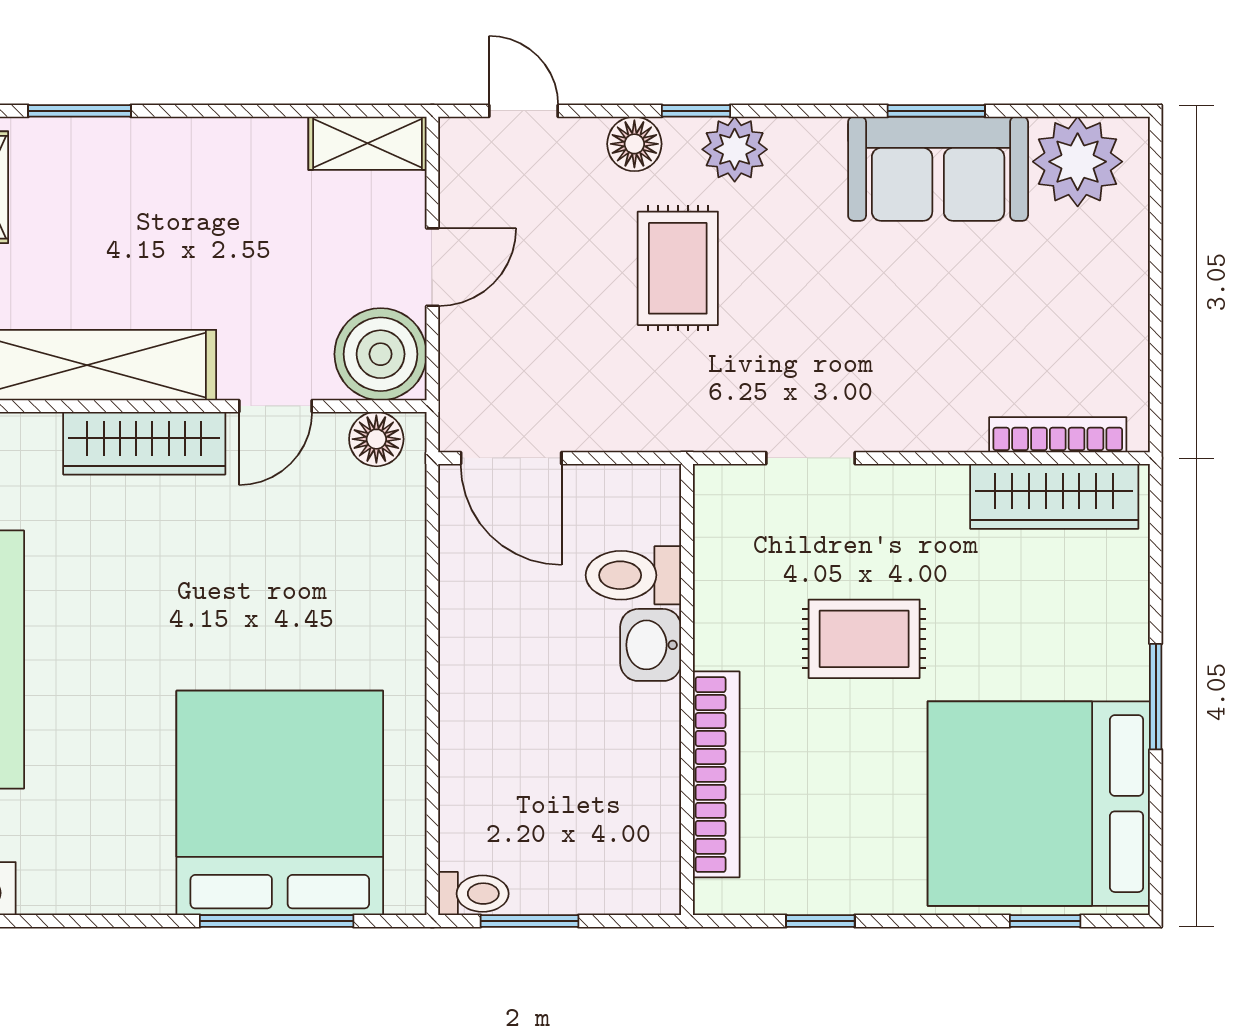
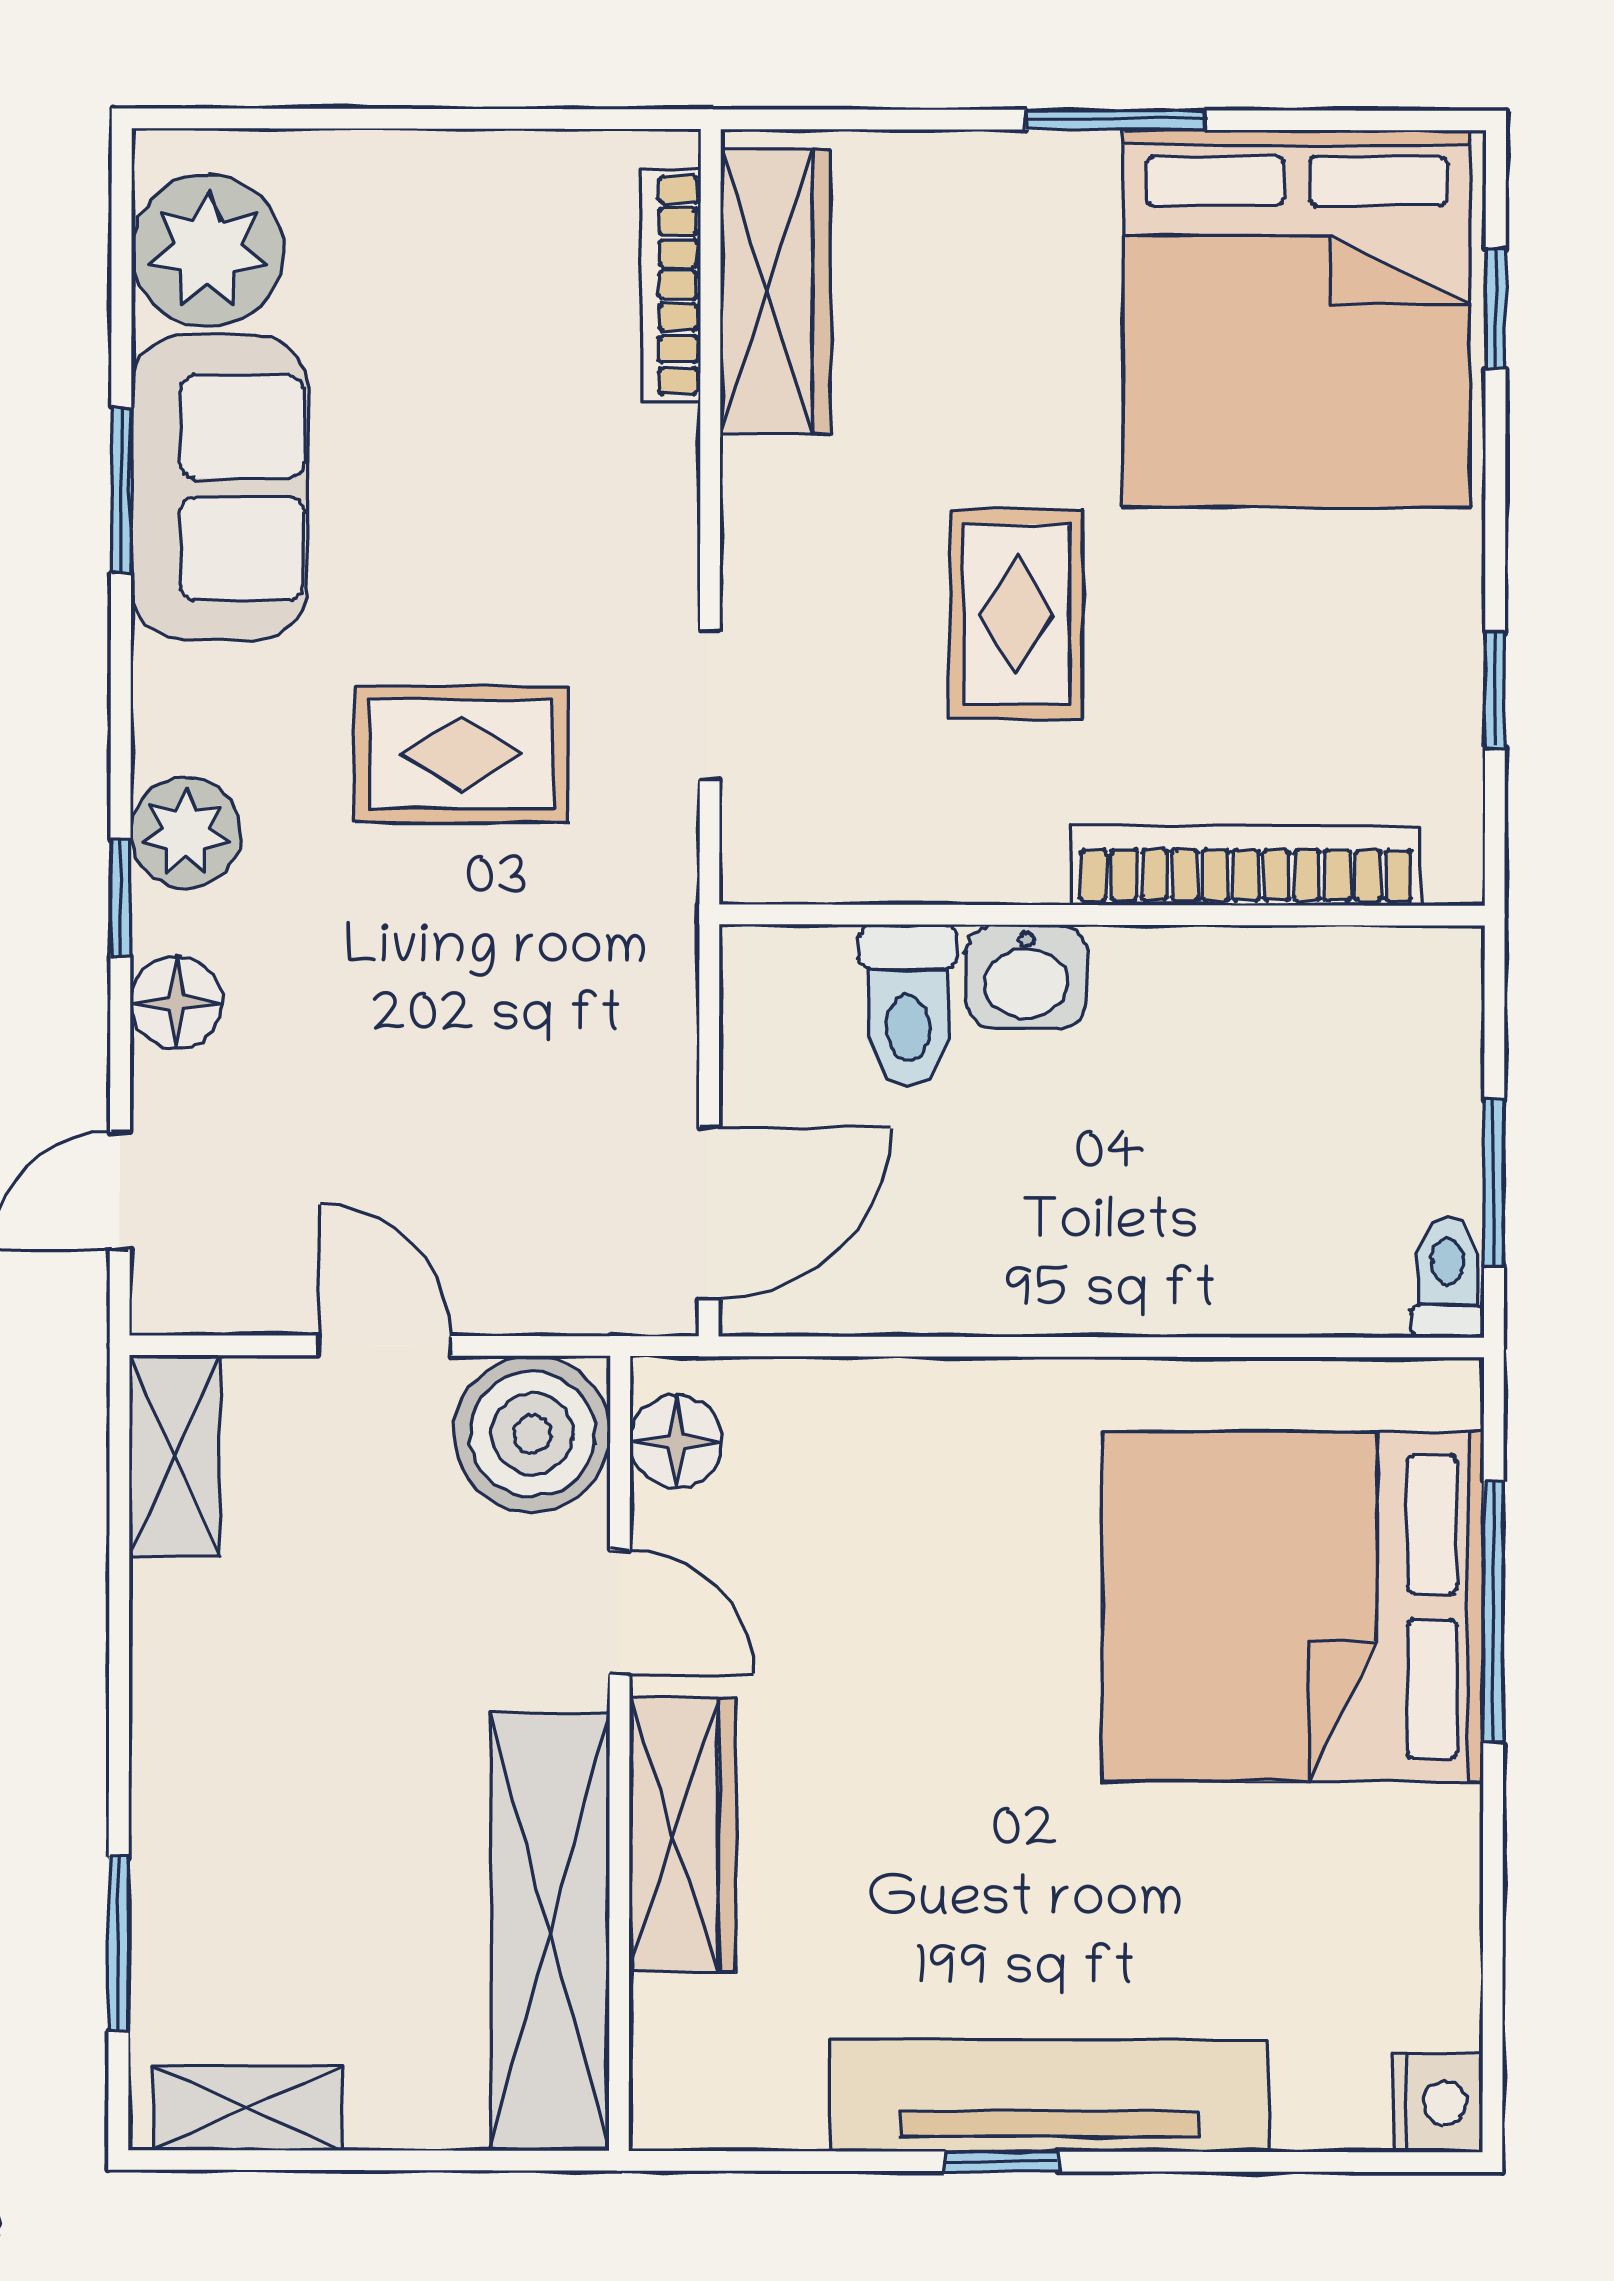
rug: (678, 268) -> (462, 754), moved

